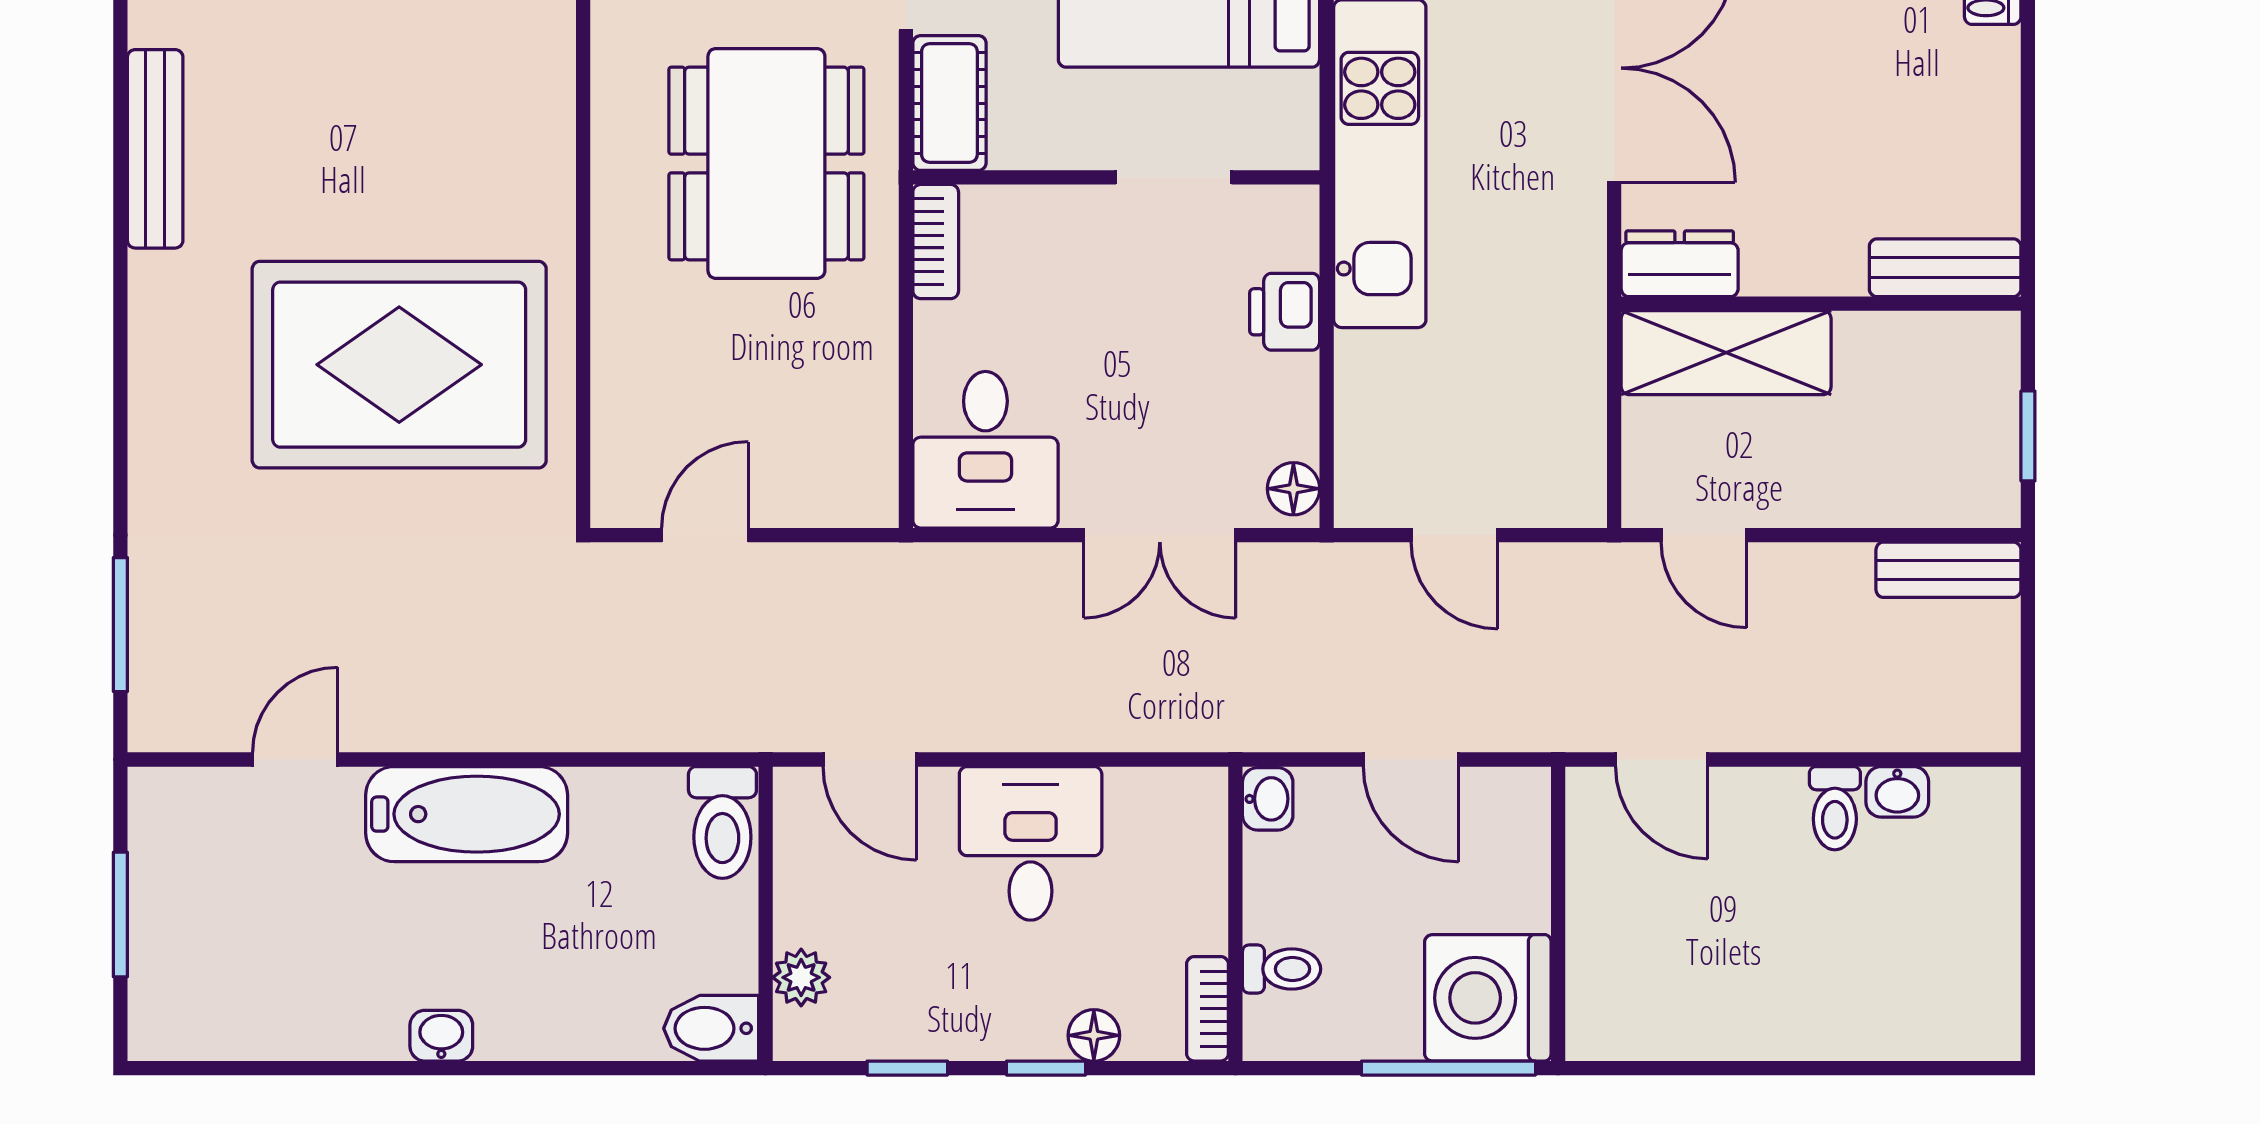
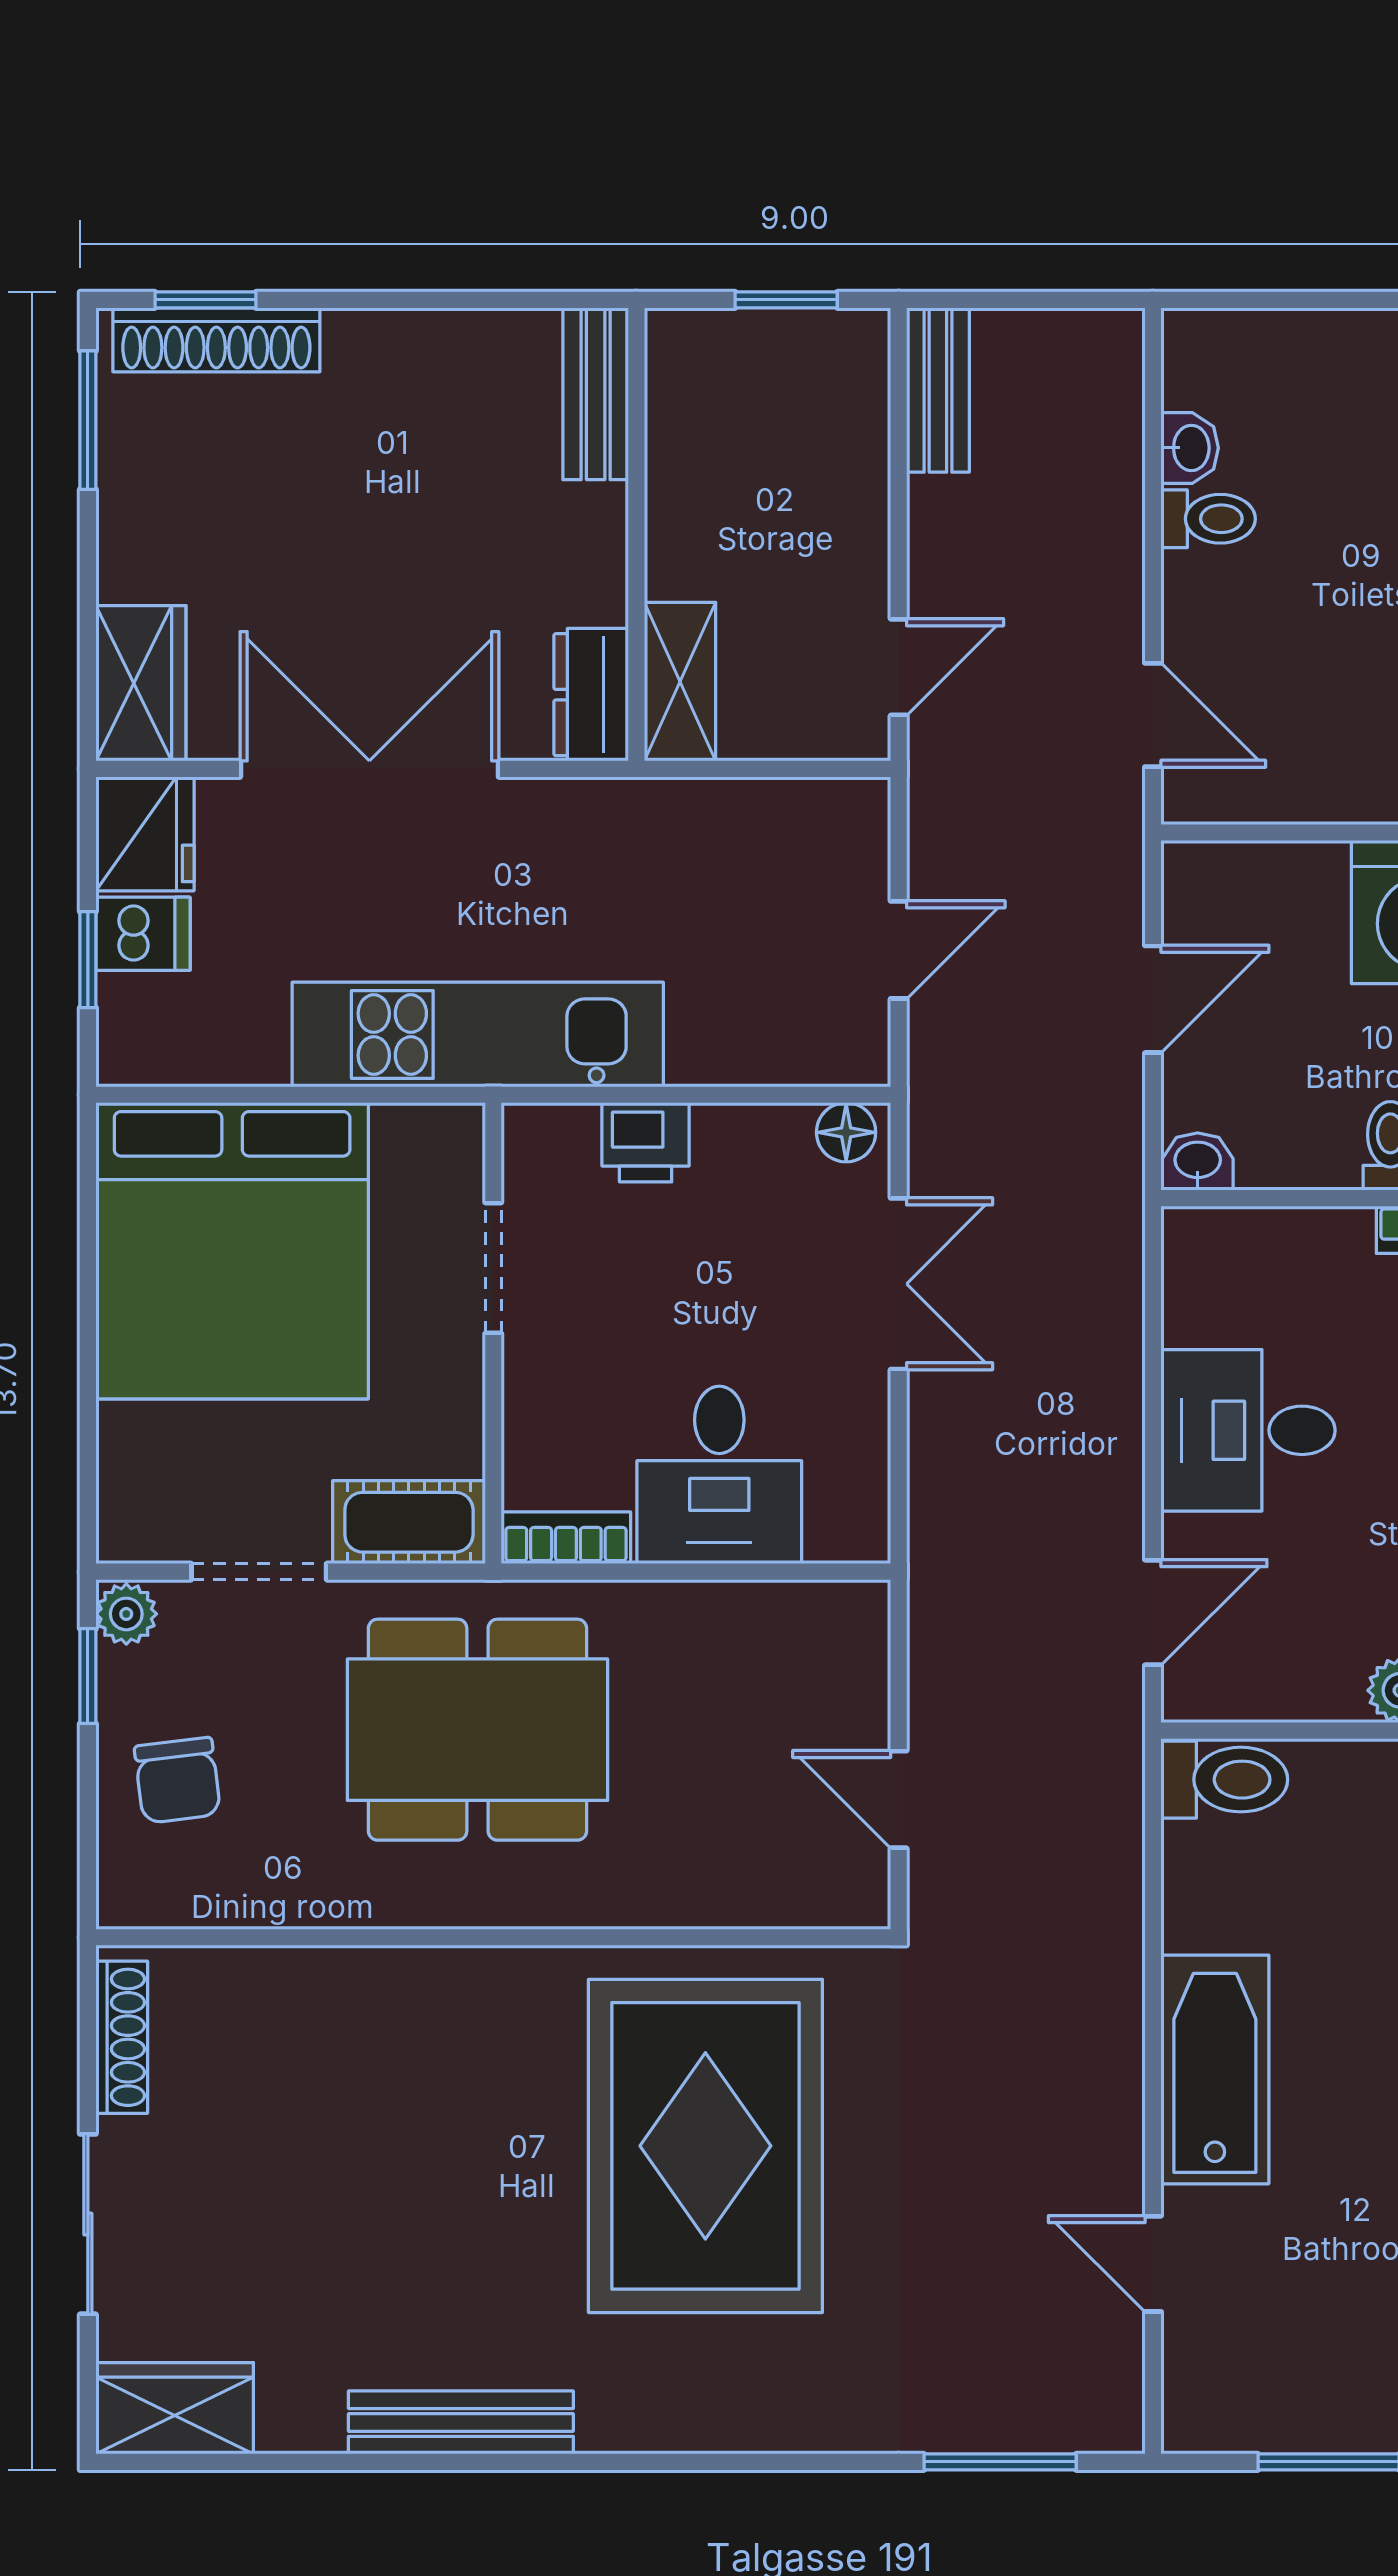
shelving: (1726, 353) -> (680, 682), width x0.67, depth x0.75
desk: (985, 450) -> (719, 1475), moved, turned 90
door: (1662, 760) -> (1153, 715), hinge flipped

